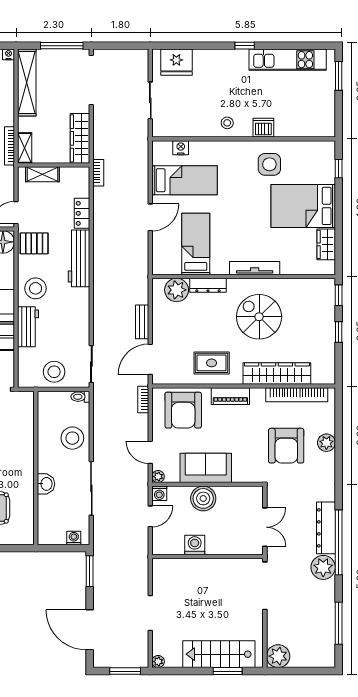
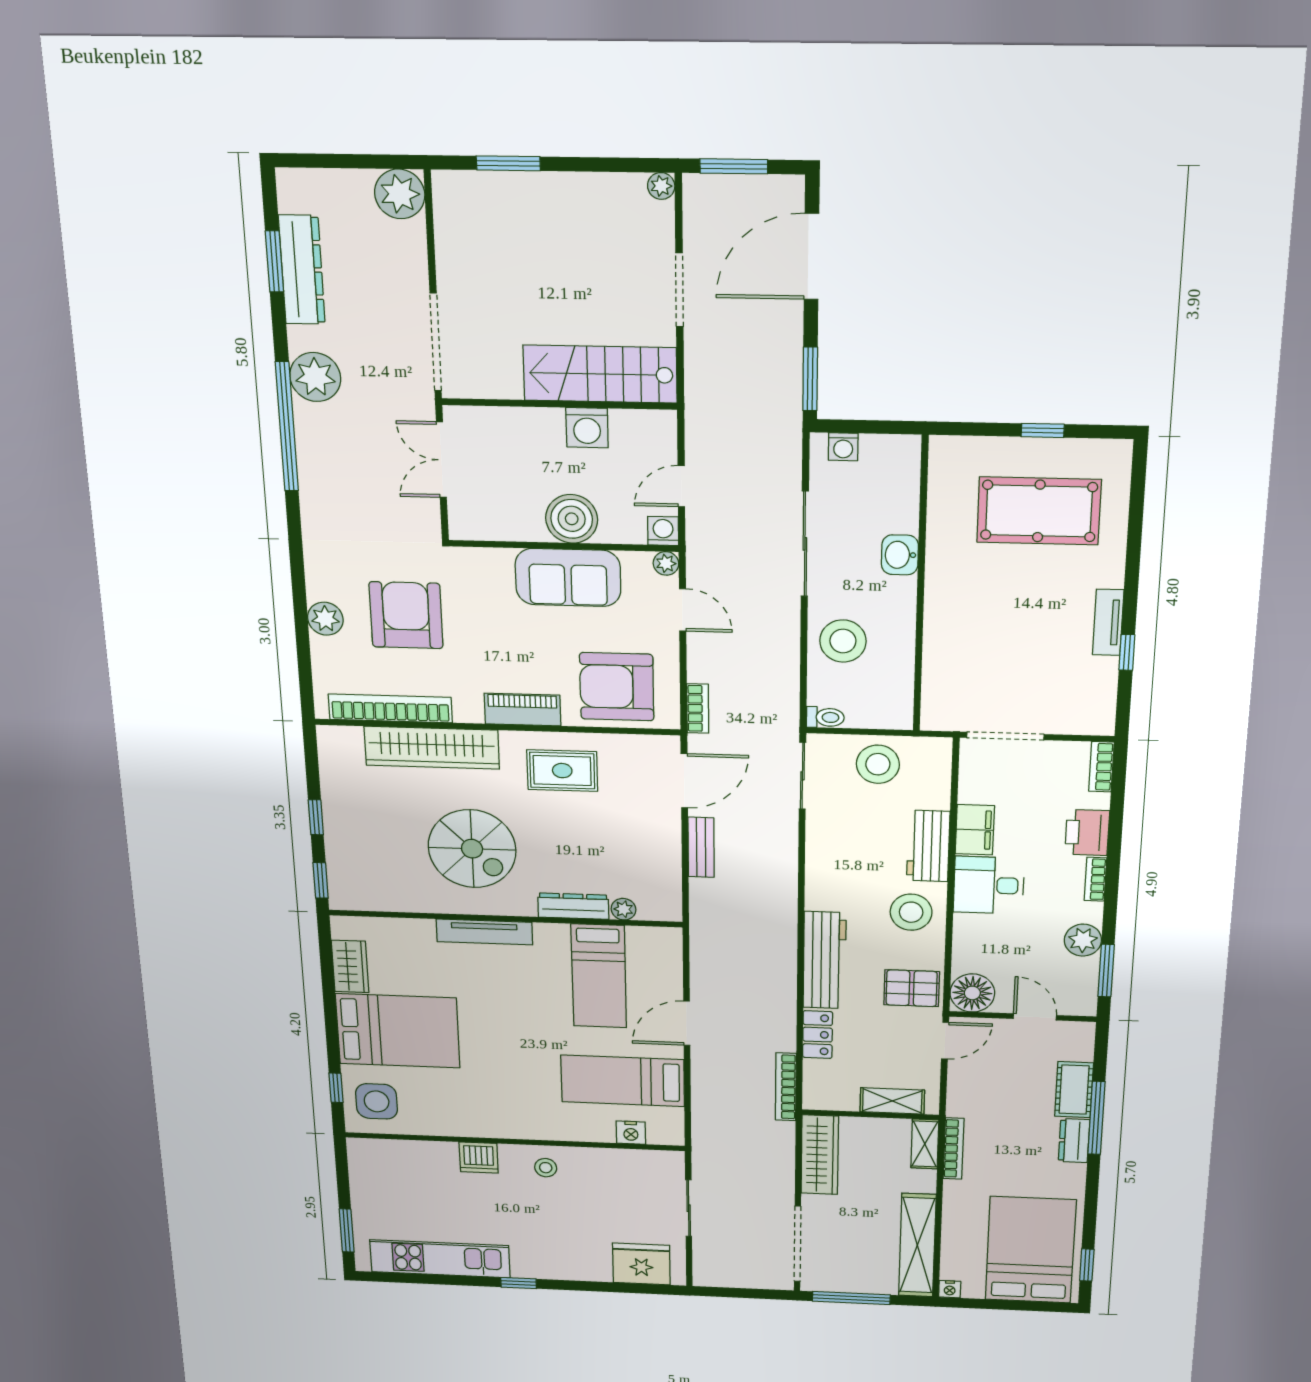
side table: (269, 164) -> (377, 1101), moved
bookcase: (98, 173) -> (786, 1087), width x1.56
plant: (177, 290) -> (624, 909), width x0.53, depth x0.53
armchair: (183, 410) -> (617, 687), turned -90
dresser: (326, 528) -> (302, 270), moved
window: (339, 623) -> (275, 261), width x0.69
door: (90, 630) -> (812, 256), swing flipped
stairs: (219, 654) -> (600, 374), moved, turned 180

